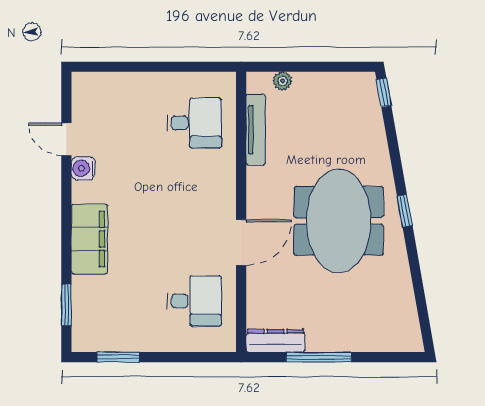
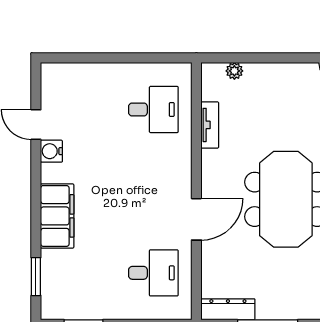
tv unit: (256, 129) -> (210, 125), width x0.71

